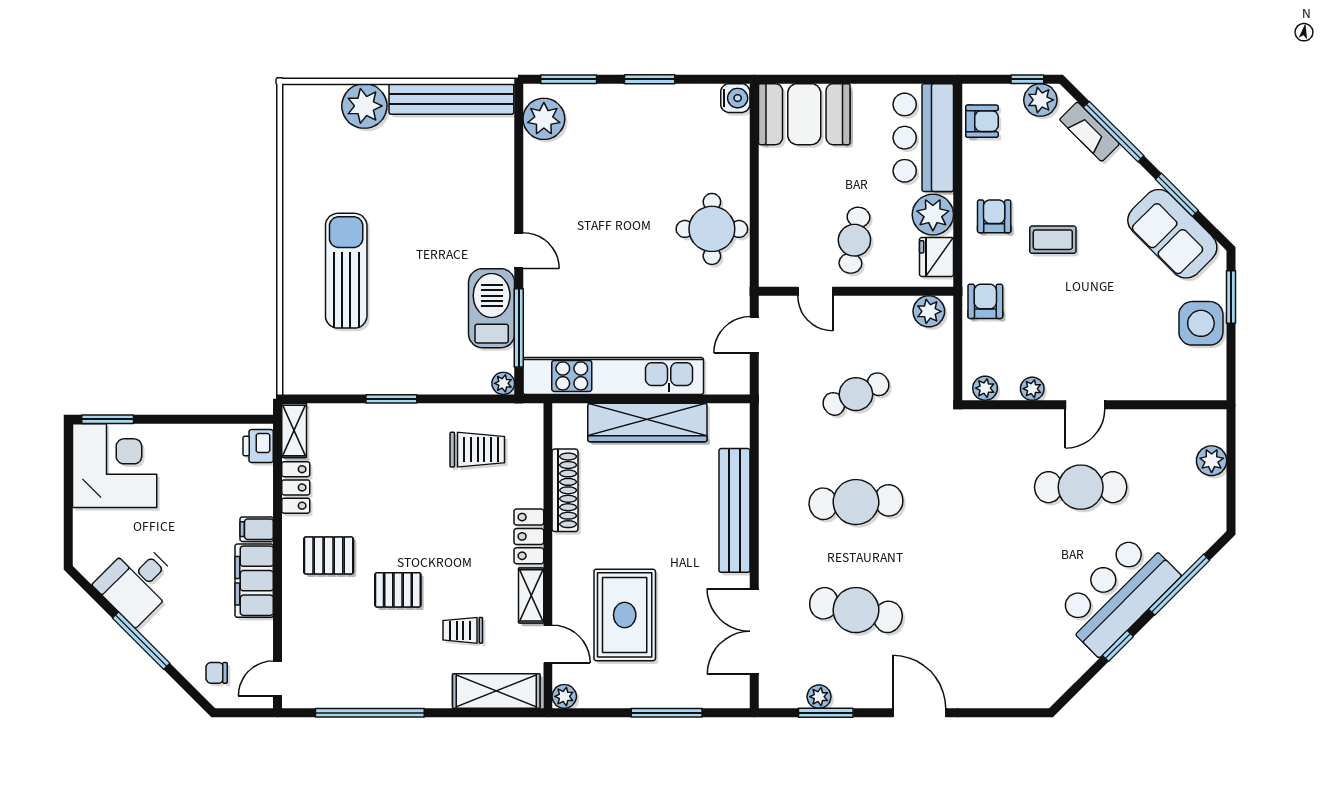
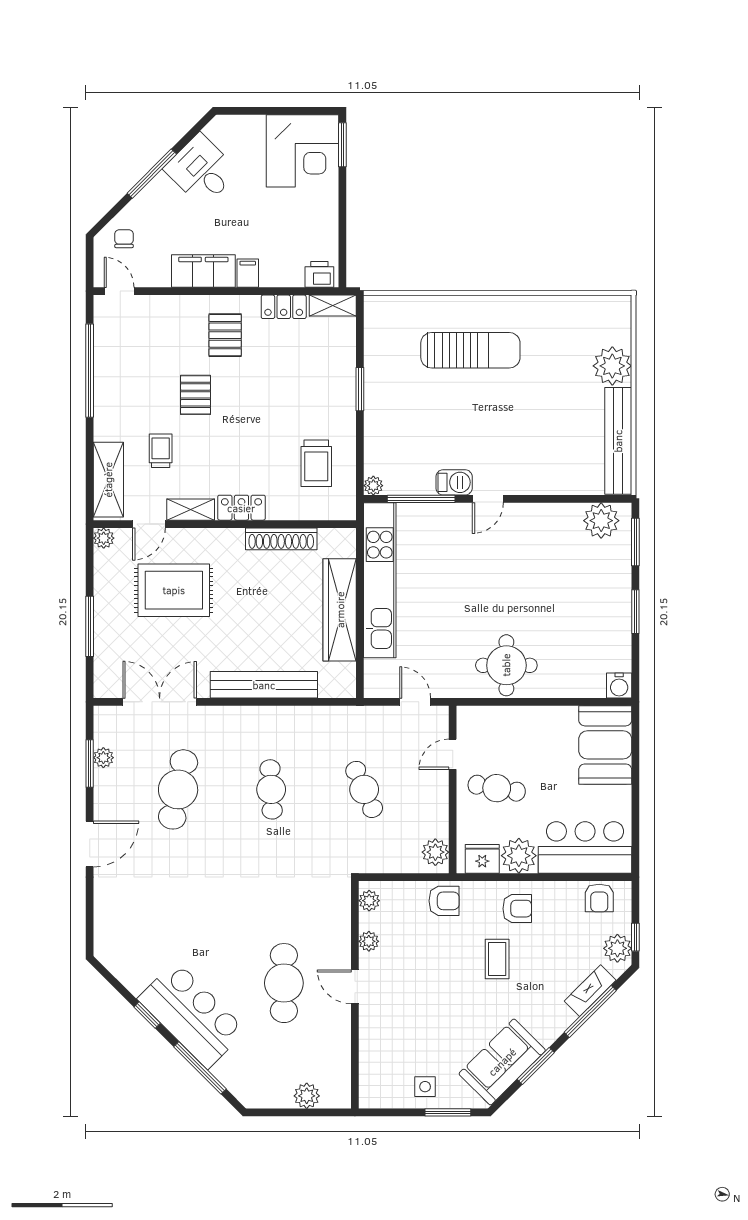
barbecue: (492, 308) -> (454, 482), width x0.53, depth x0.65
side table: (1201, 323) -> (425, 1087), width x0.54, depth x0.54
cafe table: (856, 502) -> (271, 789), width x0.73, depth x0.74

